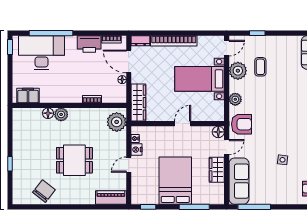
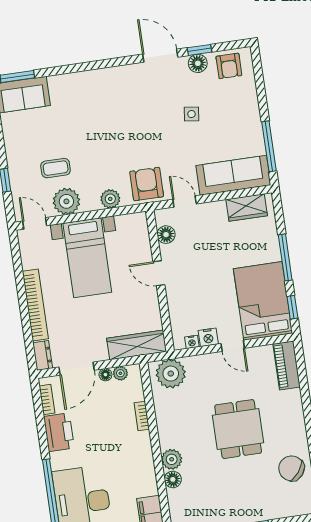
plant: (122, 89) -> (120, 373), added
floor lamp: (218, 132) -> (166, 235), moved
wardrobe: (217, 170) -> (247, 208), moved
bed: (175, 181) -> (263, 301), moved, turned 90
window: (194, 207) -> (285, 257), moved

